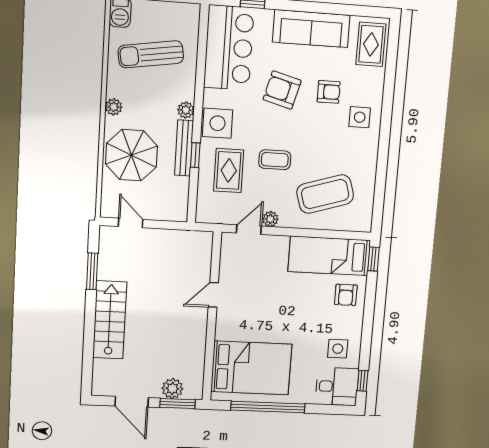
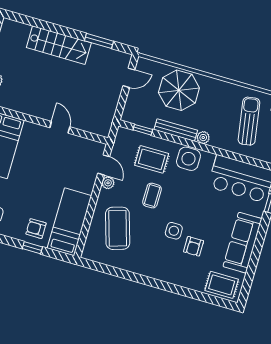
armchair: (282, 90) -> (202, 212), removed
plant: (114, 107) -> (217, 85), removed
side table: (360, 117) -> (174, 231), moved
window: (195, 155) -> (143, 130), moved
window: (373, 259) -> (32, 248), moved

